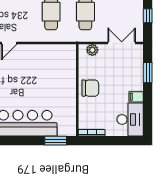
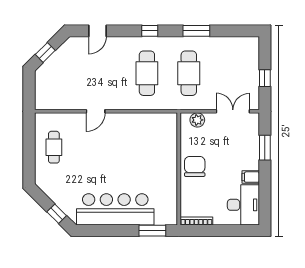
chair: (90, 88) -> (195, 166), turned -90

